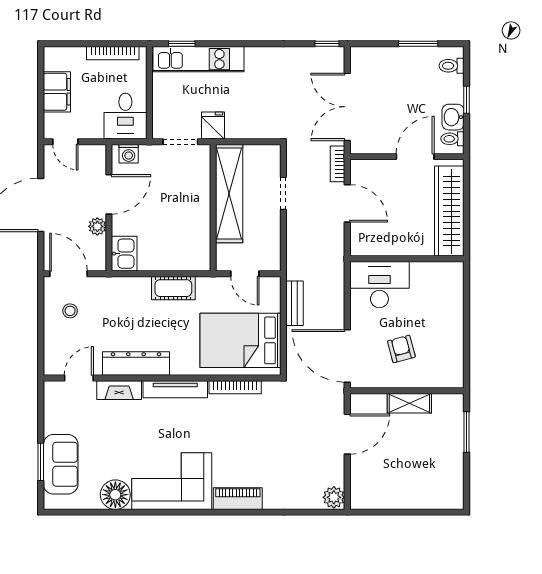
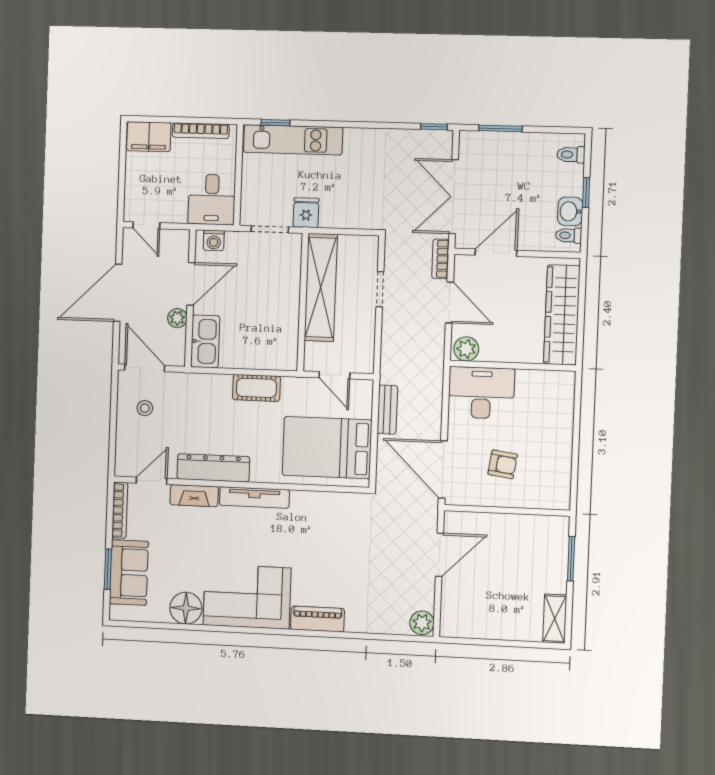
window: (418, 44) -> (500, 128), moved
filing cabinet: (57, 92) -> (149, 137), moved, turned 90
door: (415, 157) -> (496, 253), moved
plant: (364, 245) -> (466, 349), added
kitchen sink: (124, 254) -> (205, 341), width x1.38
armchair: (401, 349) -> (503, 464), turned 113
bookcase: (235, 387) -> (120, 510), moved, turned -90
shelving: (409, 403) -> (555, 619), moved, turned 90

